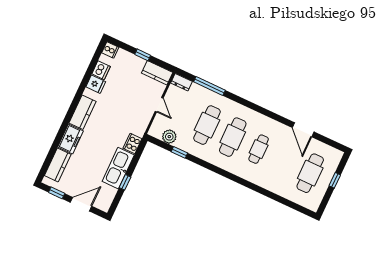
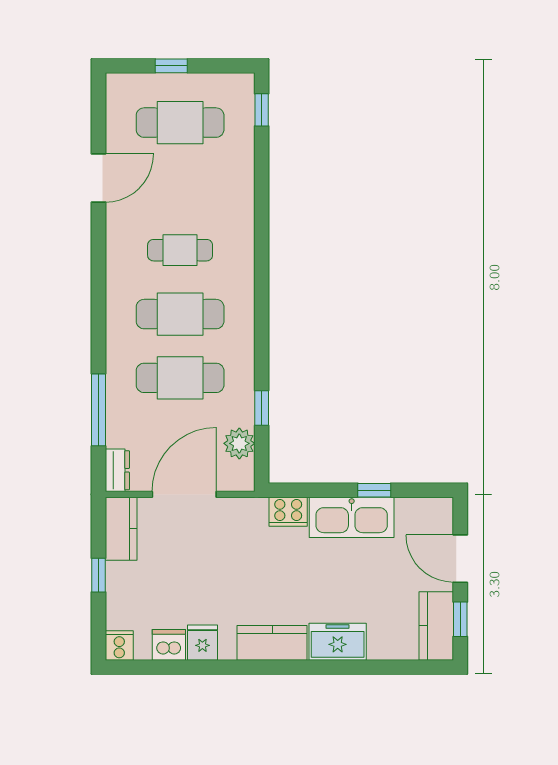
door: (159, 105) -> (184, 494), width x1.87
kitchen counter: (58, 165) -> (436, 626), moved, turned -90
window: (300, 209) -> (262, 110), added

